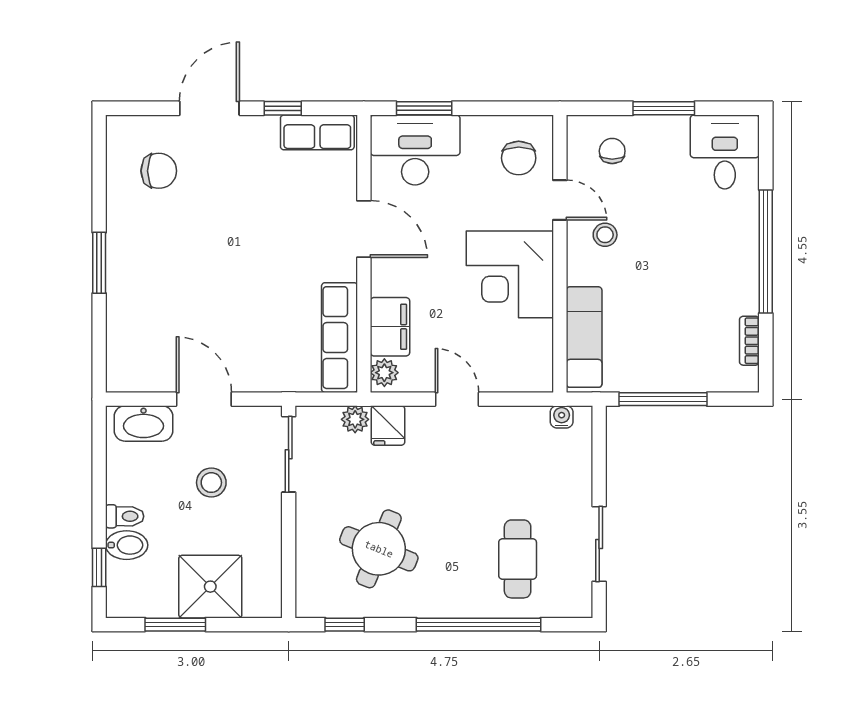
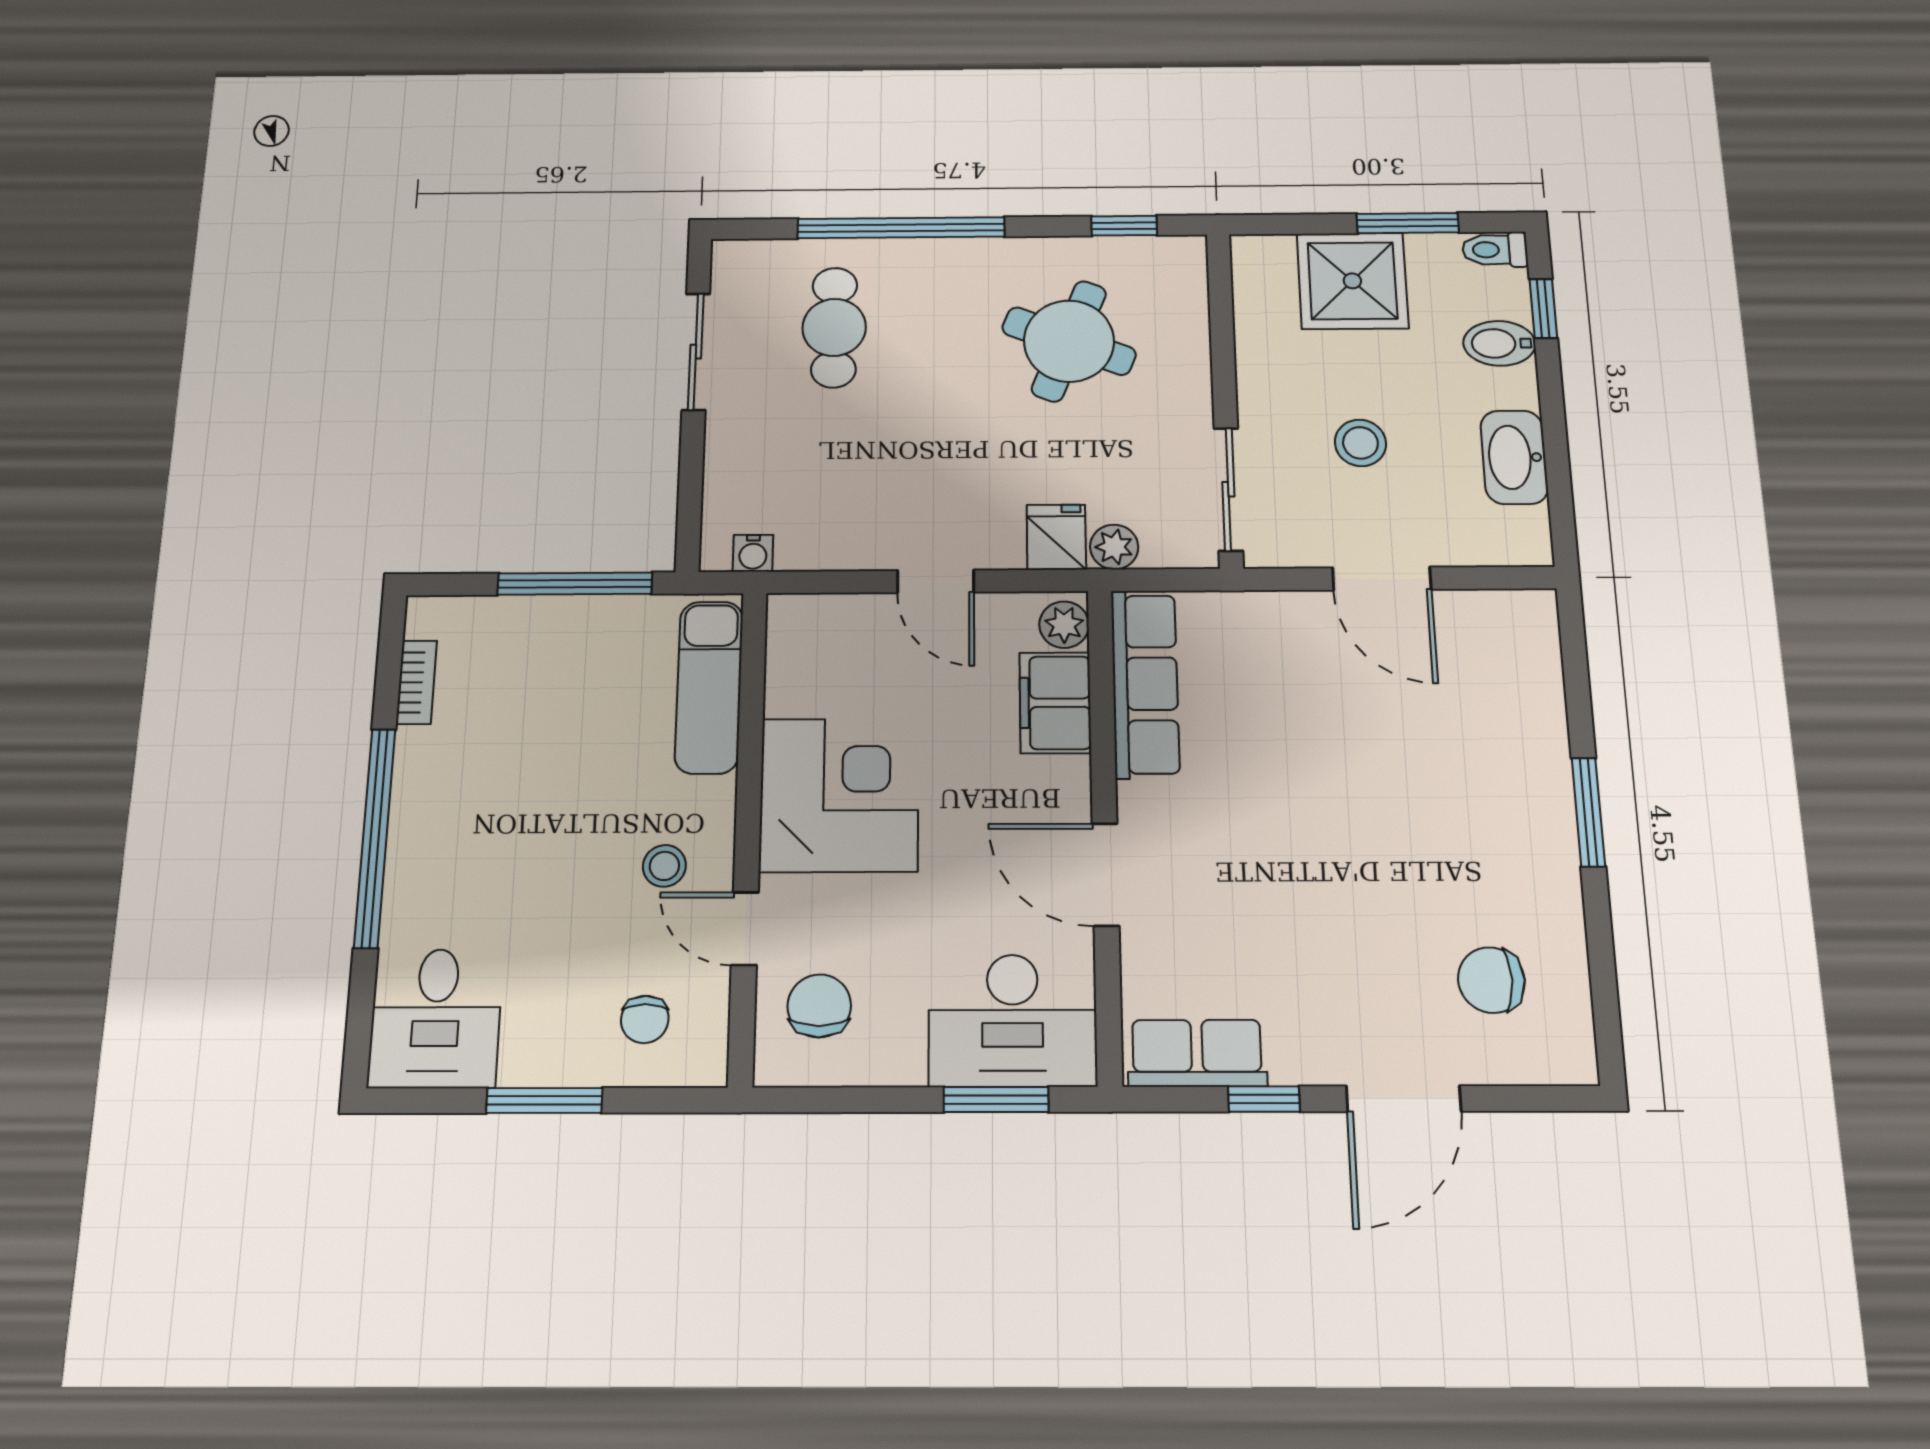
washbasin: (144, 423) -> (1514, 457), moved, turned -90
toilet: (125, 516) -> (1495, 250), moved

